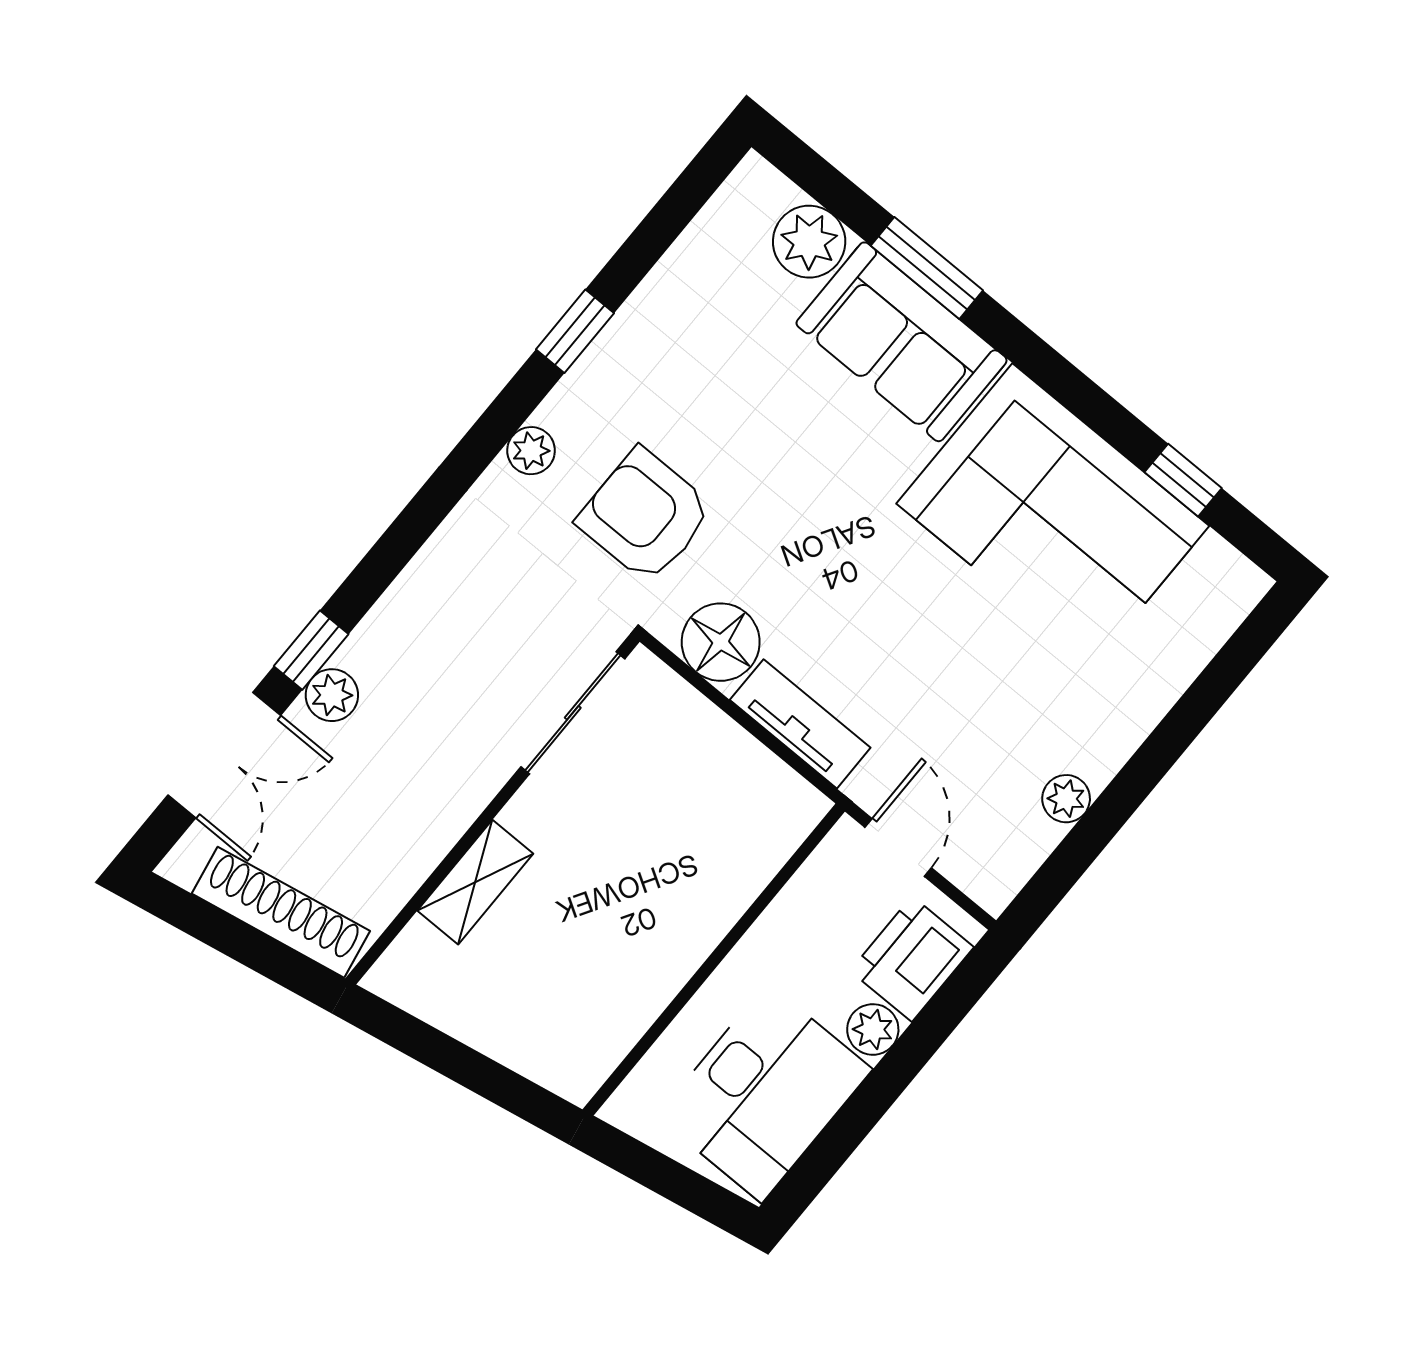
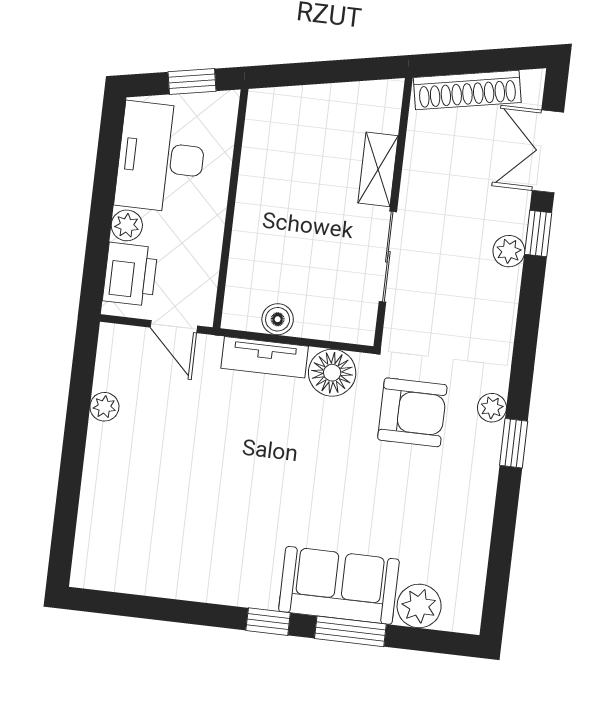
window: (575, 331) -> (514, 443), moved
window: (1183, 480) -> (268, 622), moved
corner sofa: (1053, 515) -> (205, 547), removed
plant: (332, 695) -> (509, 251), moved
sliding door: (573, 713) -> (388, 257), moved
boiler: (748, 765) -> (278, 319), added
window: (654, 1170) -> (192, 81), added

